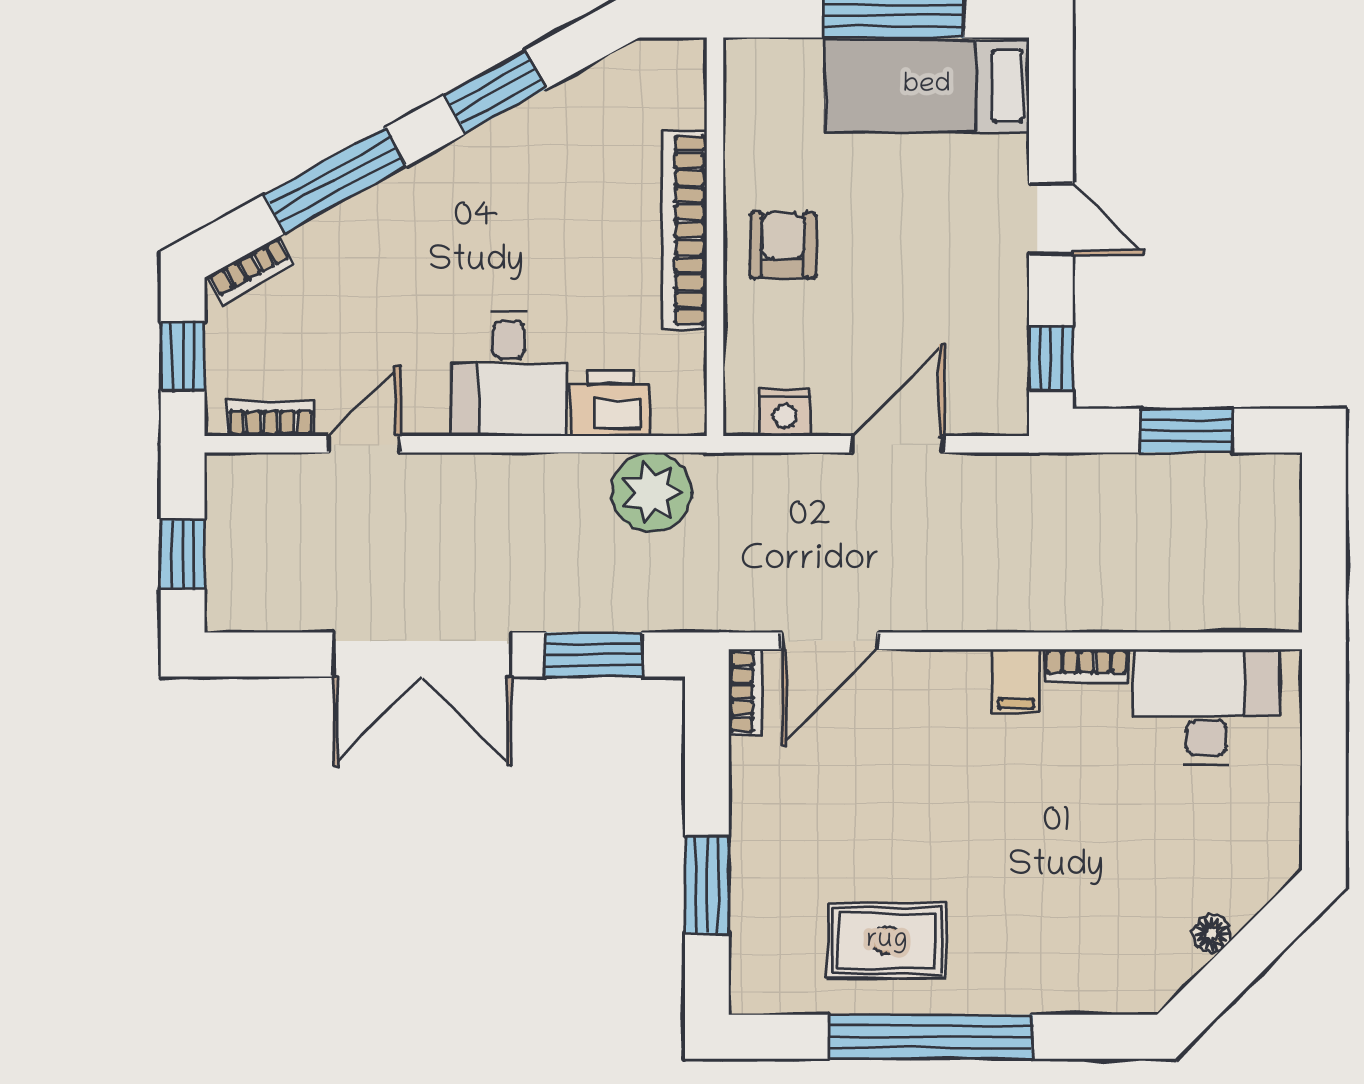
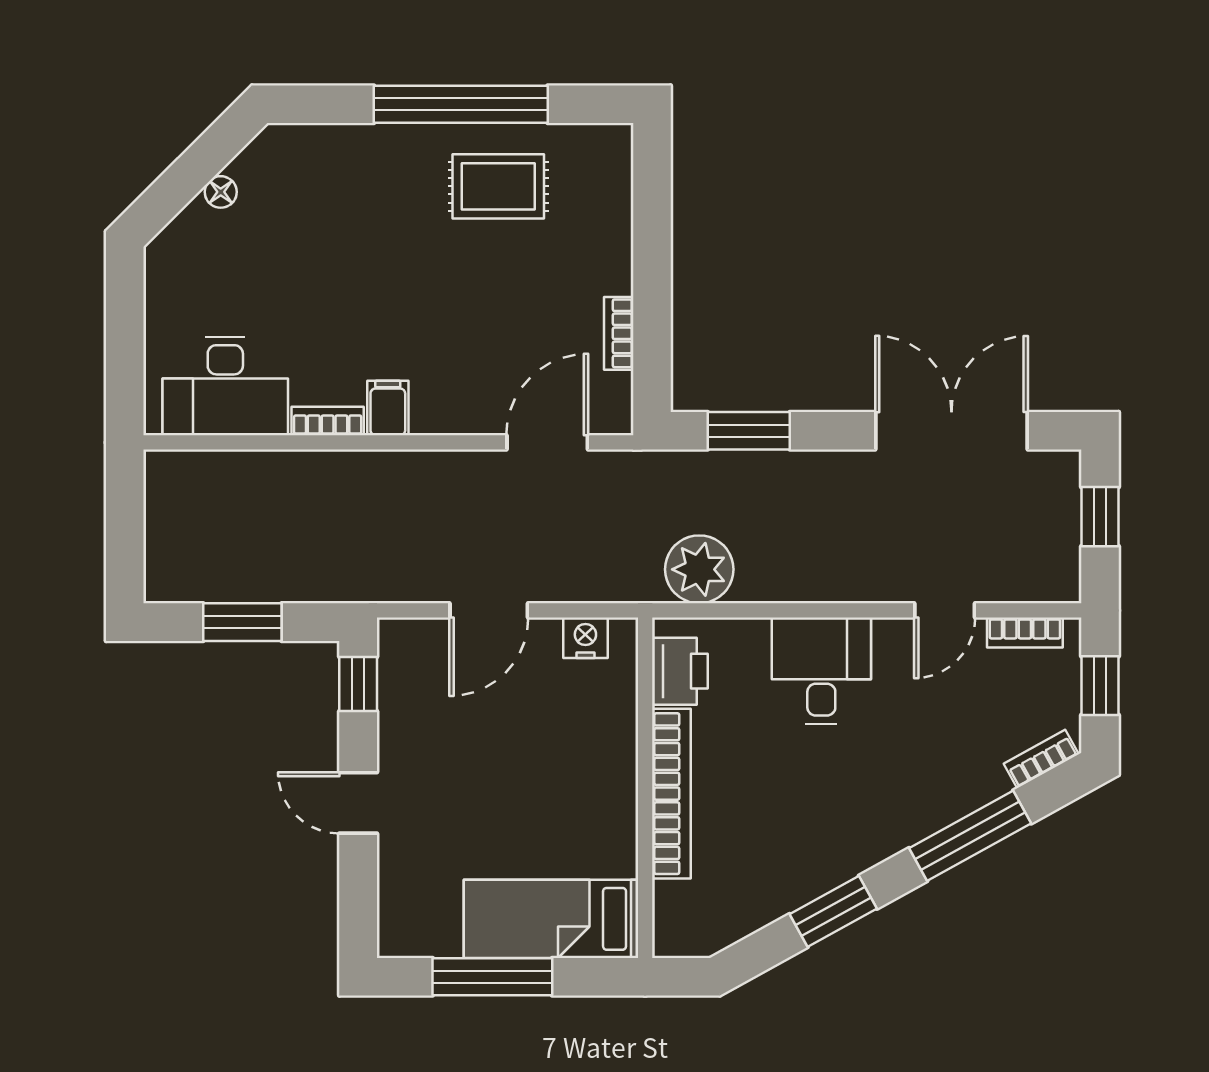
bed: (927, 86) -> (551, 919), moved, turned 180
armchair: (783, 245) -> (587, 781), removed
printer: (610, 404) -> (680, 671), moved, turned -90
double door: (422, 655) -> (952, 431), moved
bookcase: (746, 692) -> (619, 333), moved
window: (707, 885) -> (652, 234), removed

